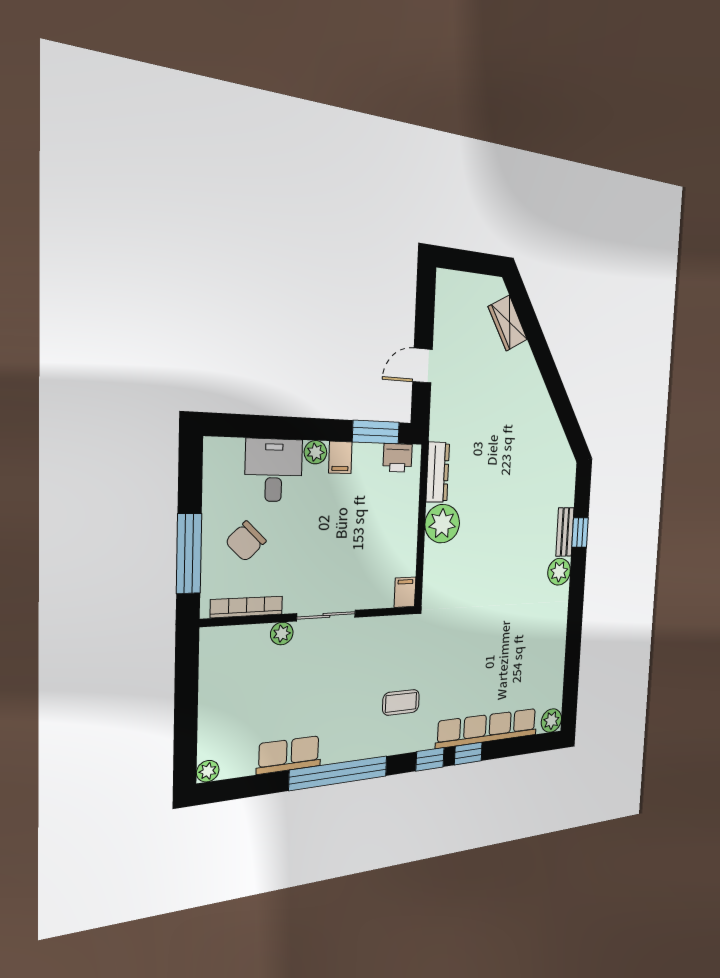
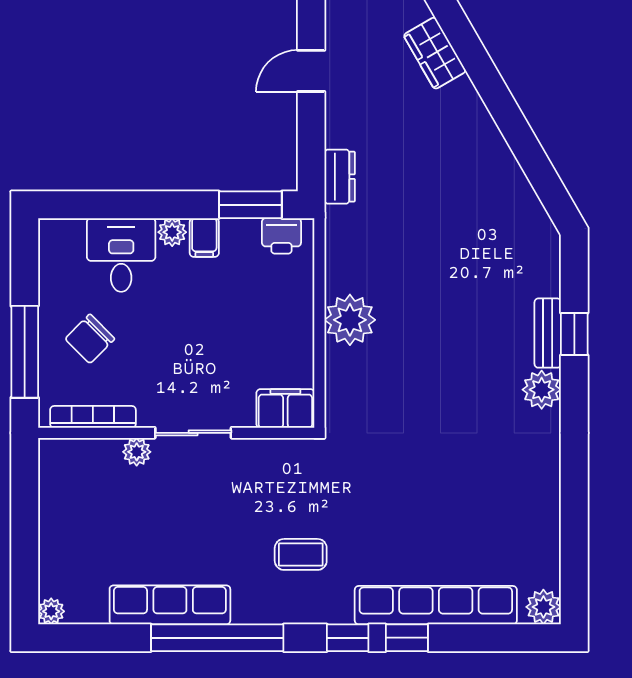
door: (423, 366) -> (311, 71), moved
dresser: (438, 472) -> (340, 177), moved, width x0.70
filing cabinet: (405, 592) -> (285, 409), width x2.00
row of seats: (289, 755) -> (170, 605), width x1.48

